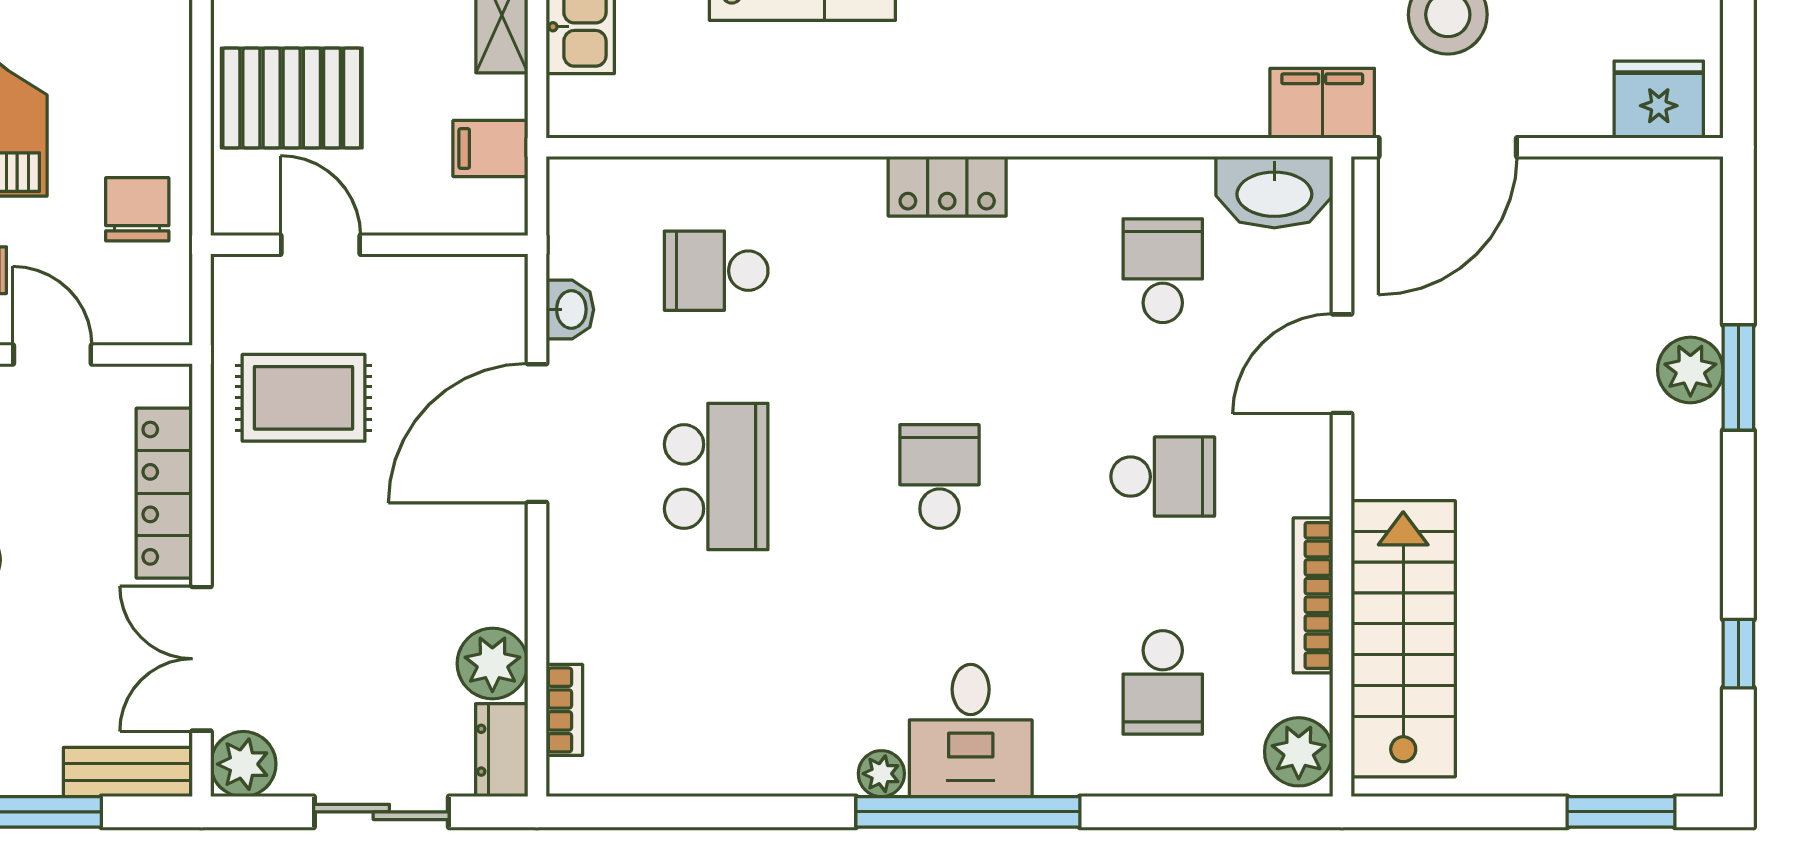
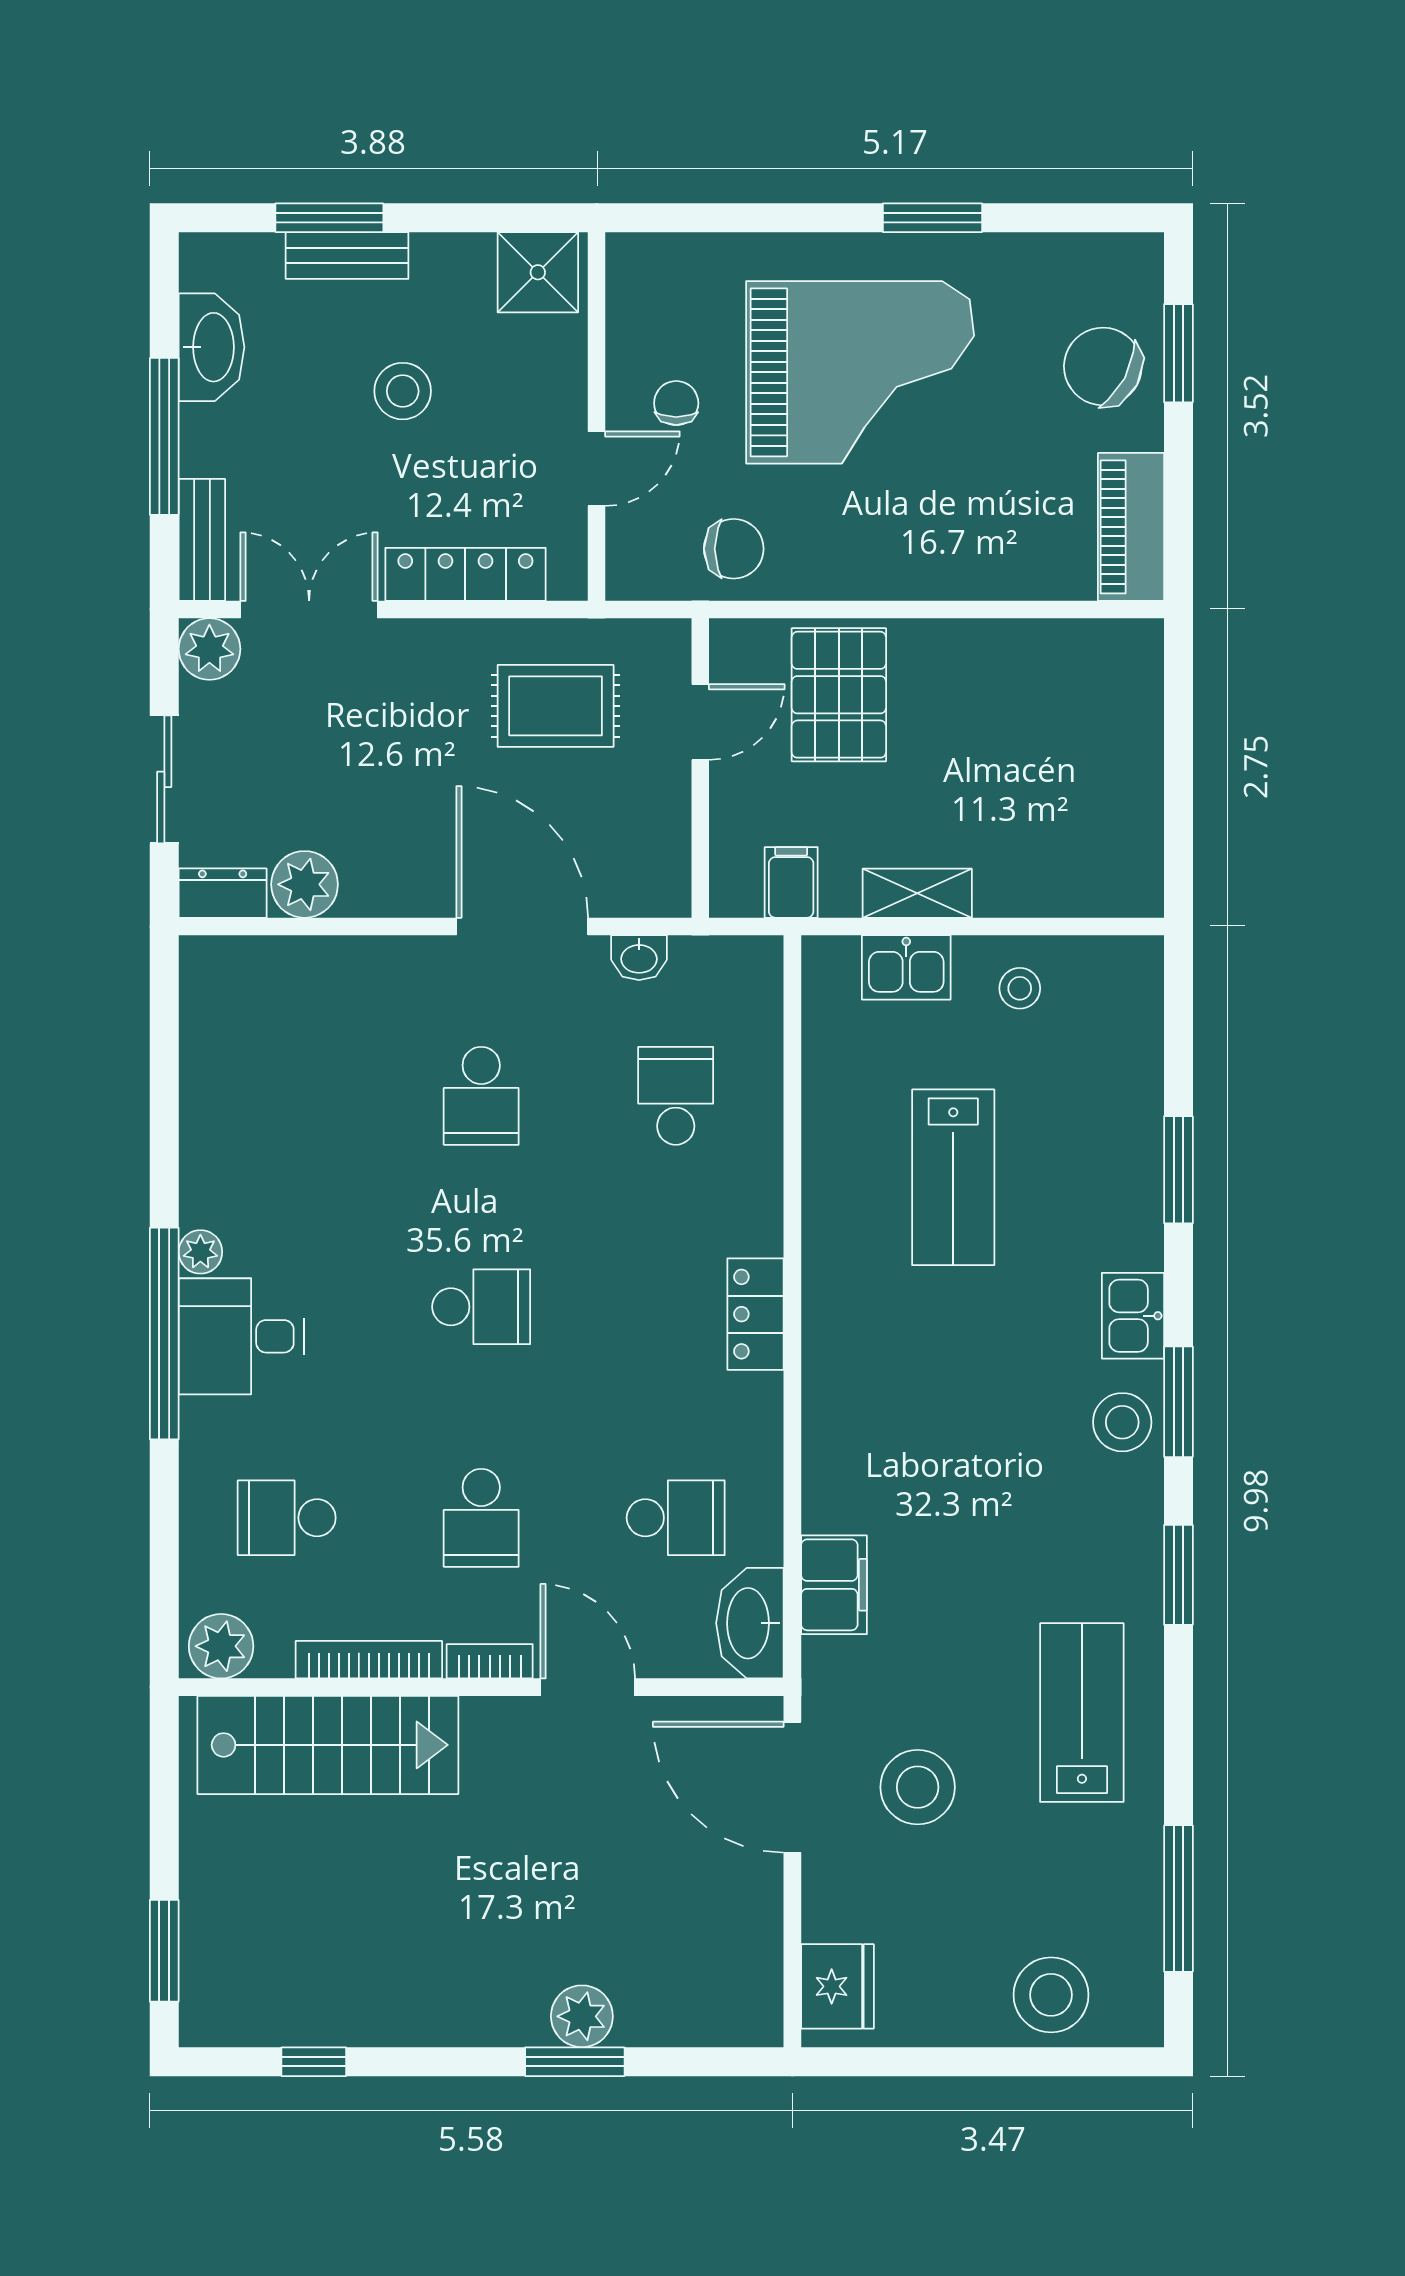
filing cabinet: (1322, 103) -> (834, 1585), moved
rug: (304, 398) -> (556, 706), turned 90
school desk: (716, 477) -> (481, 1096), width x0.54
bookcase: (564, 710) -> (490, 1661), moved, turned 180

